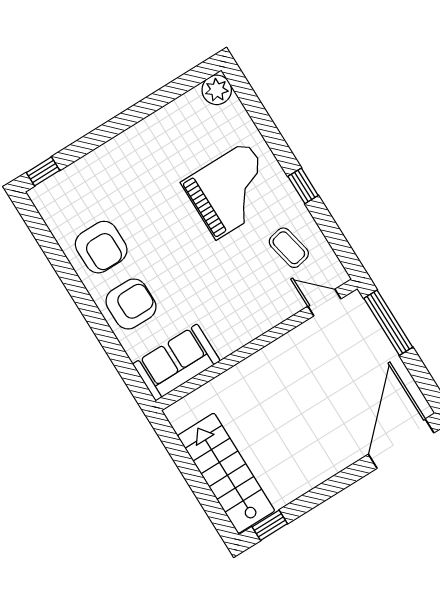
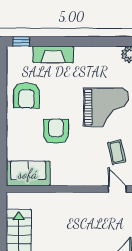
fireplace: (103, 161) -> (53, 54), added
armchair: (131, 304) -> (56, 131), moved, turned -90

